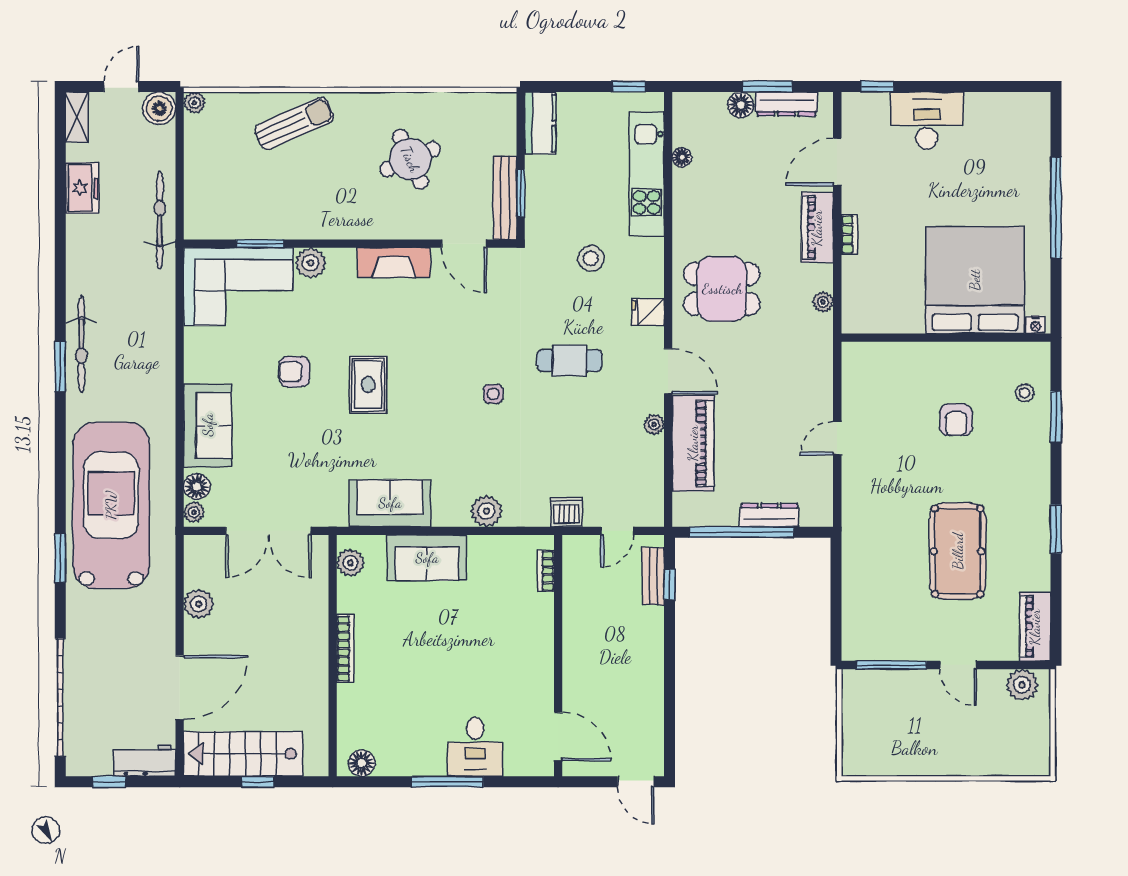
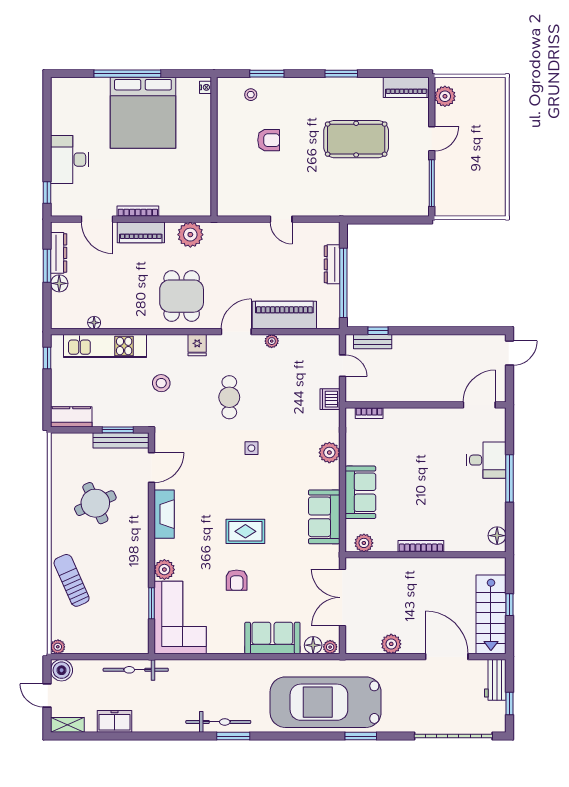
bookcase: (849, 234) -> (138, 211), width x1.56
bed: (975, 280) -> (143, 113), moved, turned -90
plant: (823, 302) -> (190, 235), width x1.87, depth x1.87
double door: (268, 531) -> (343, 598), swing flipped

